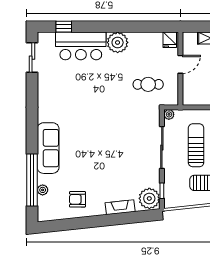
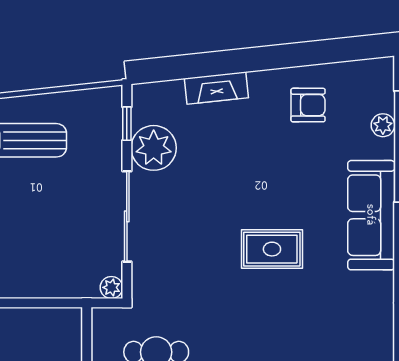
rug: (94, 132) -> (272, 249), added
sun lounger: (196, 145) -> (53, 221), removed
plant: (149, 198) -> (154, 148), moved

